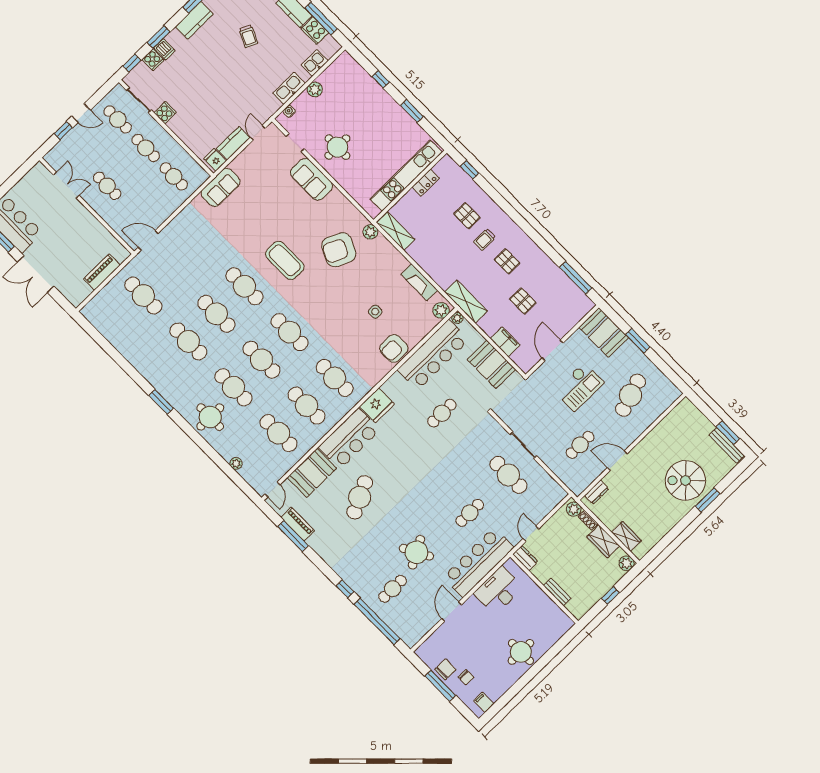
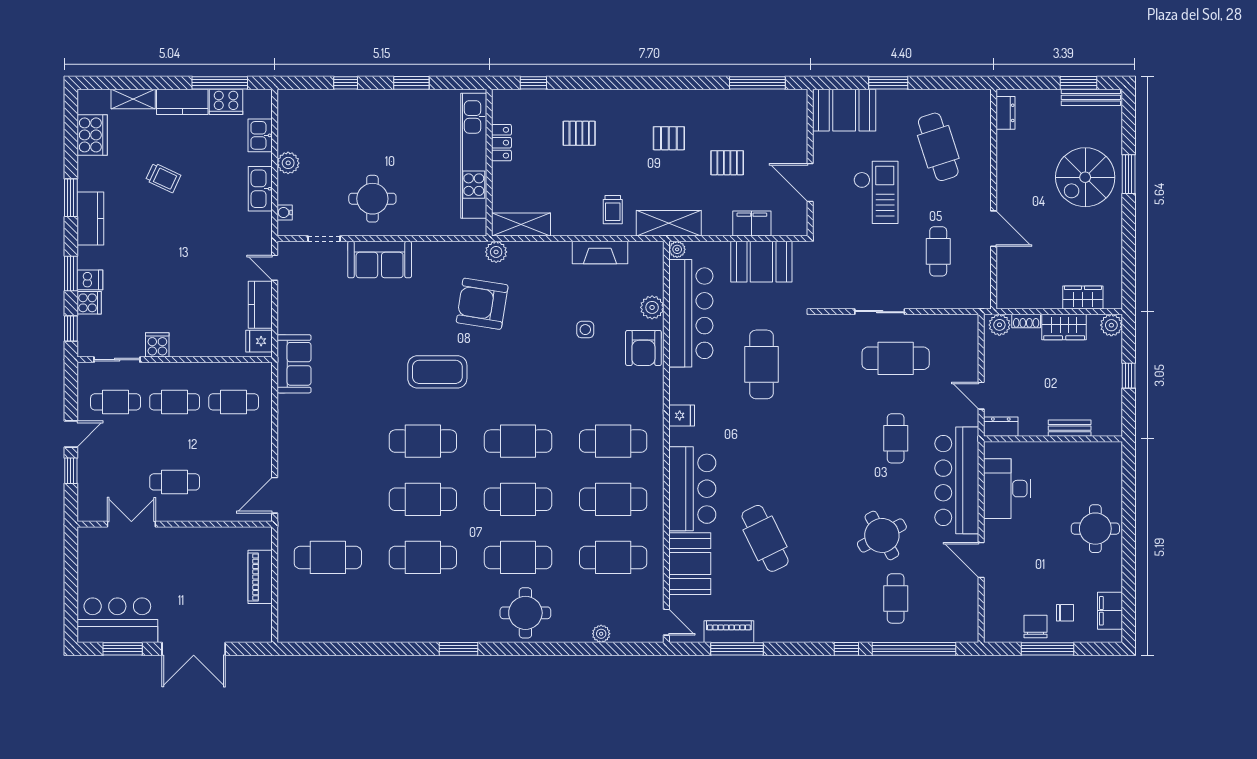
trolley: (485, 240) -> (613, 210), moved
armchair: (339, 250) -> (482, 304), turned 74
plant: (441, 310) -> (652, 307), moved
fridge: (377, 405) -> (682, 415), width x0.53, depth x0.75
cafe table: (442, 413) -> (761, 364), width x1.37, depth x1.35
door: (617, 461) -> (994, 229), swing flipped
dresser: (597, 492) -> (1005, 113), moved
filing cabinet: (484, 702) -> (1110, 611), width x2.00

